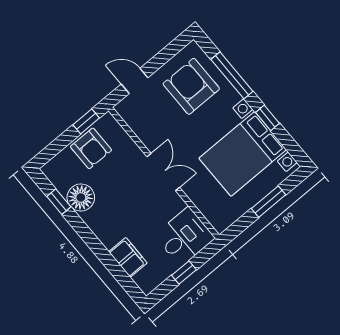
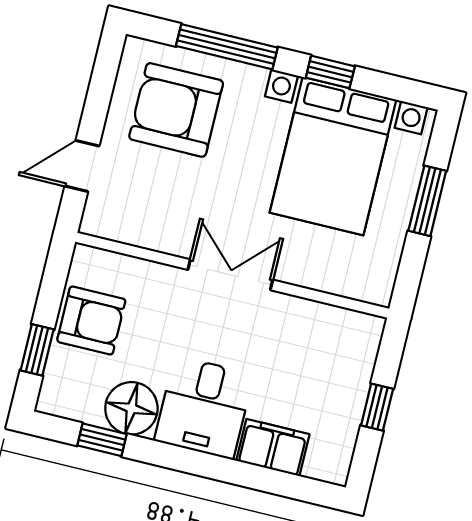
window: (86, 121) -> (37, 350), moved
desk: (185, 237) -> (204, 408), moved, turned 180

